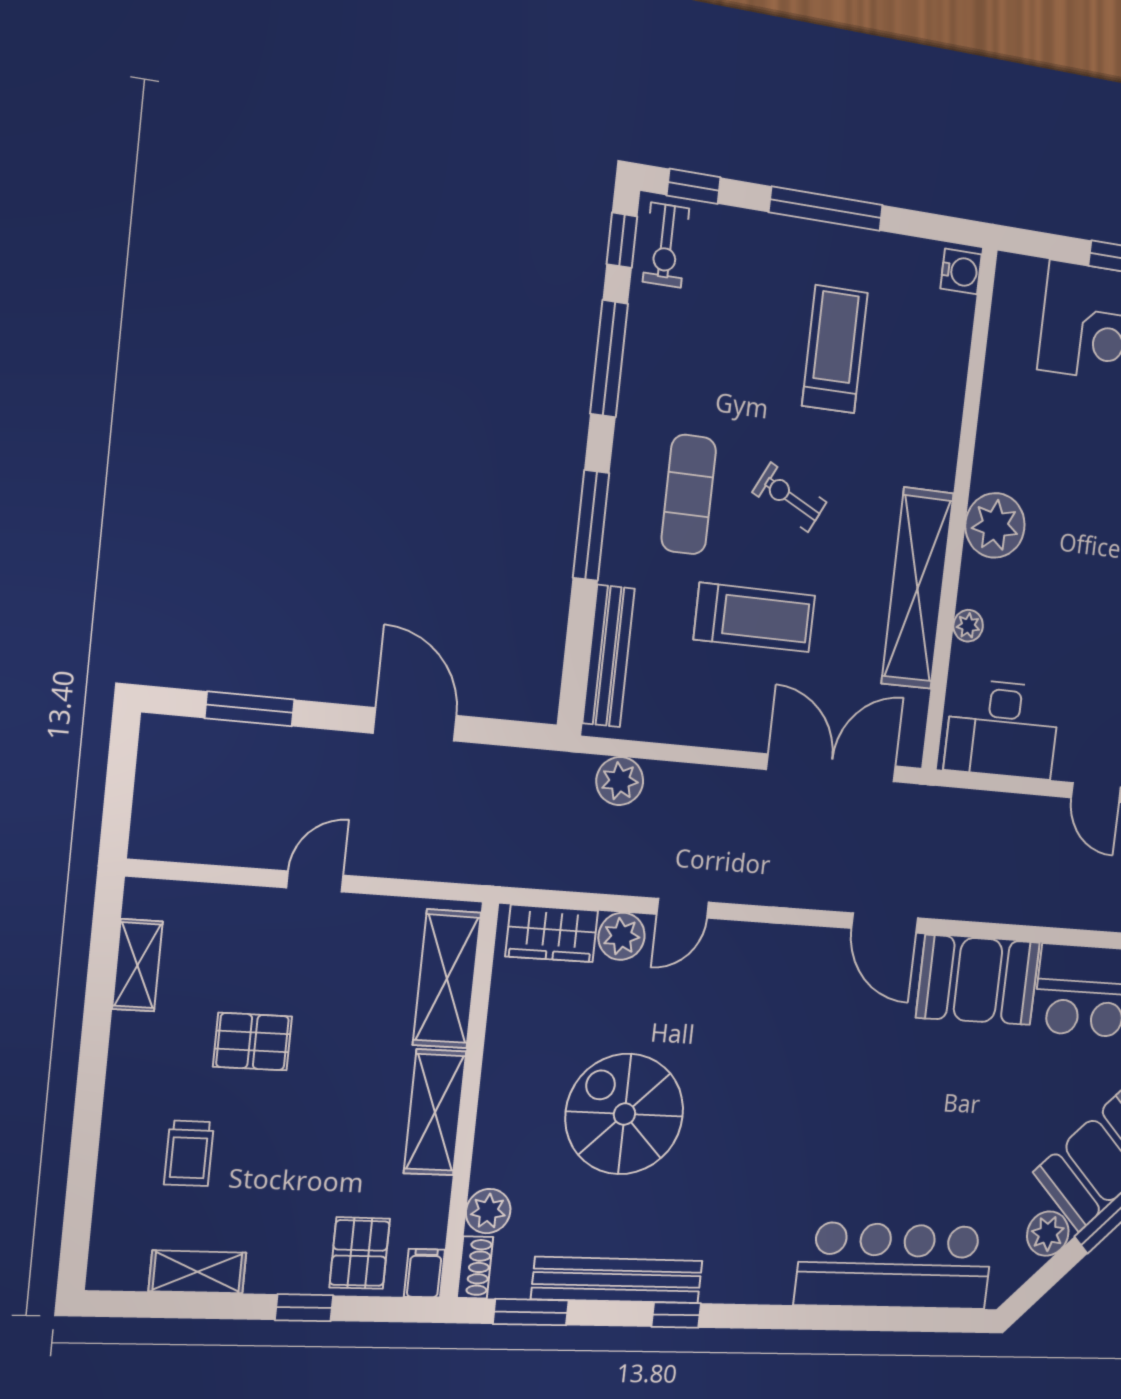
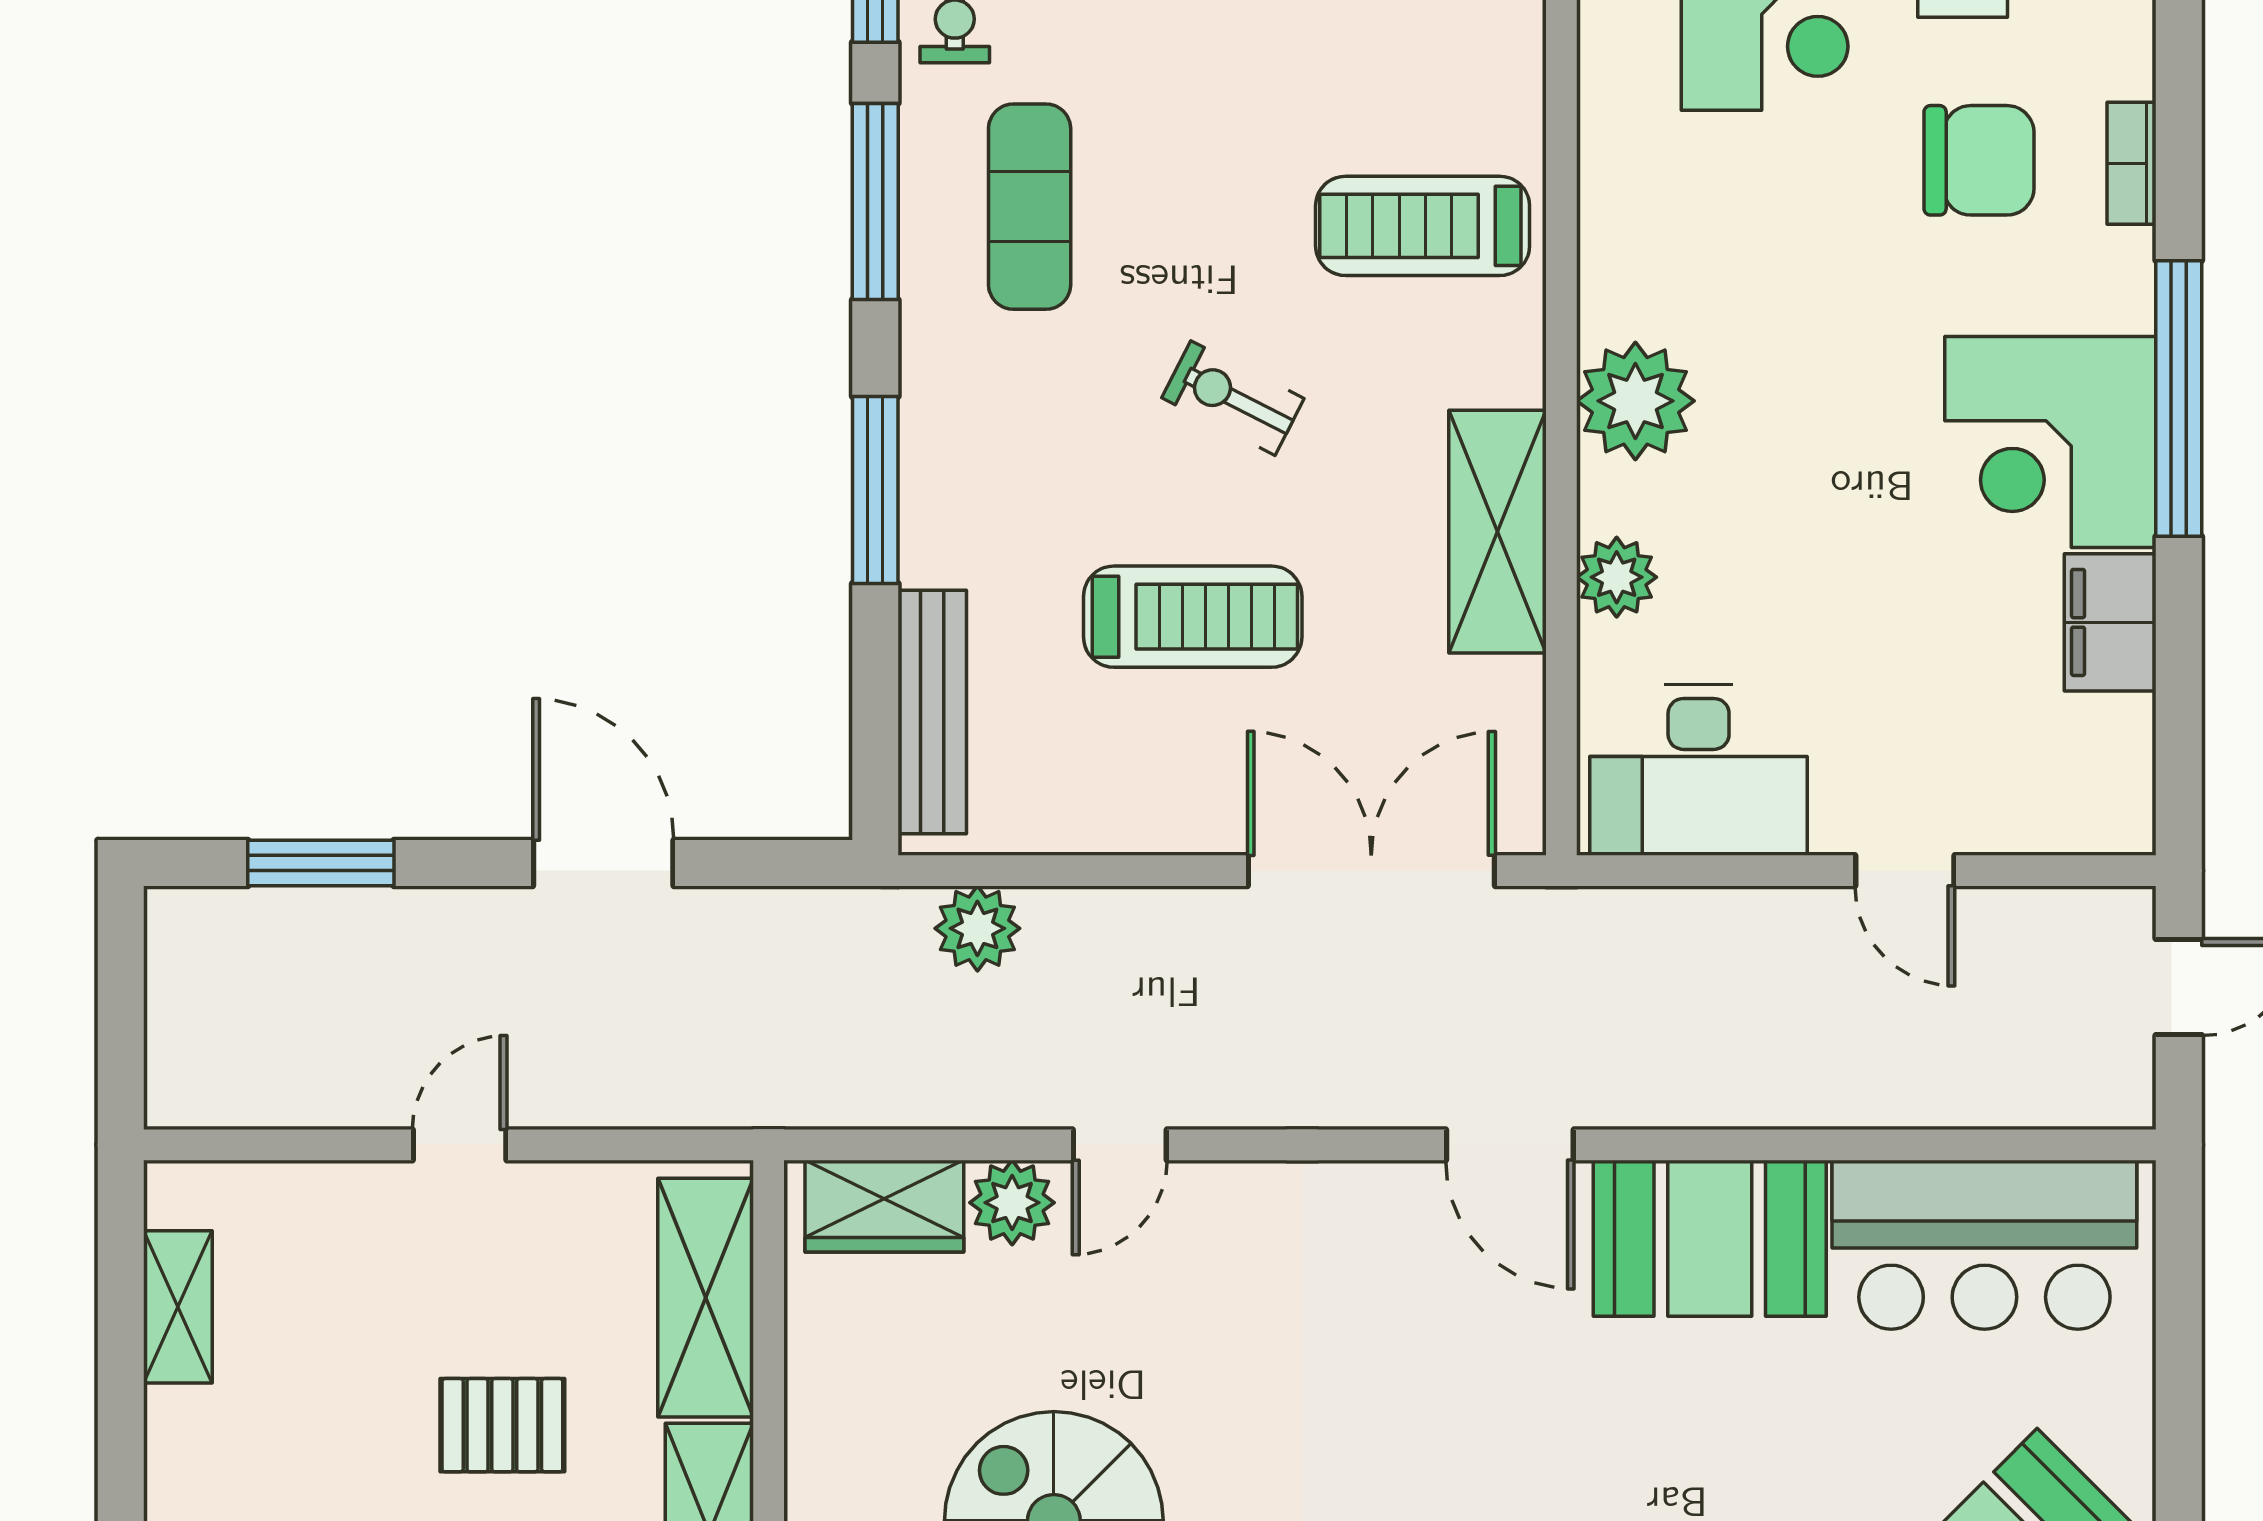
treadmill: (835, 349) -> (1423, 226), moved, turned -90
exercise mat: (689, 495) -> (1030, 207), moved
shelving: (917, 588) -> (1498, 532), width x0.68
plant: (968, 626) -> (1617, 577), width x1.38, depth x1.38
pallet: (253, 1042) -> (502, 1425), moved

